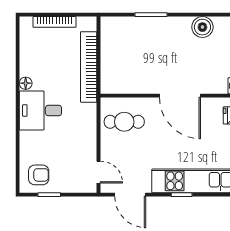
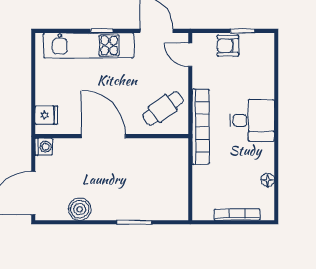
bookcase: (89, 67) -> (201, 127), moved
floor lamp: (26, 83) -> (268, 180), moved
cafe table: (124, 122) -> (163, 108), turned -36
armchair: (39, 175) -> (228, 46), moved

